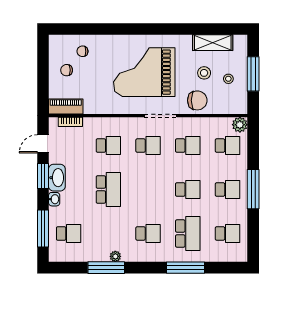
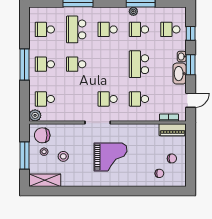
shelving: (213, 43) -> (45, 180), moved
grand piano: (144, 72) -> (110, 157), width x0.73, depth x0.68
chair: (197, 100) -> (42, 135), moved
school desk: (188, 146) -> (139, 29), moved
window: (43, 176) -> (191, 65), moved
window: (43, 229) -> (191, 33), width x0.46

